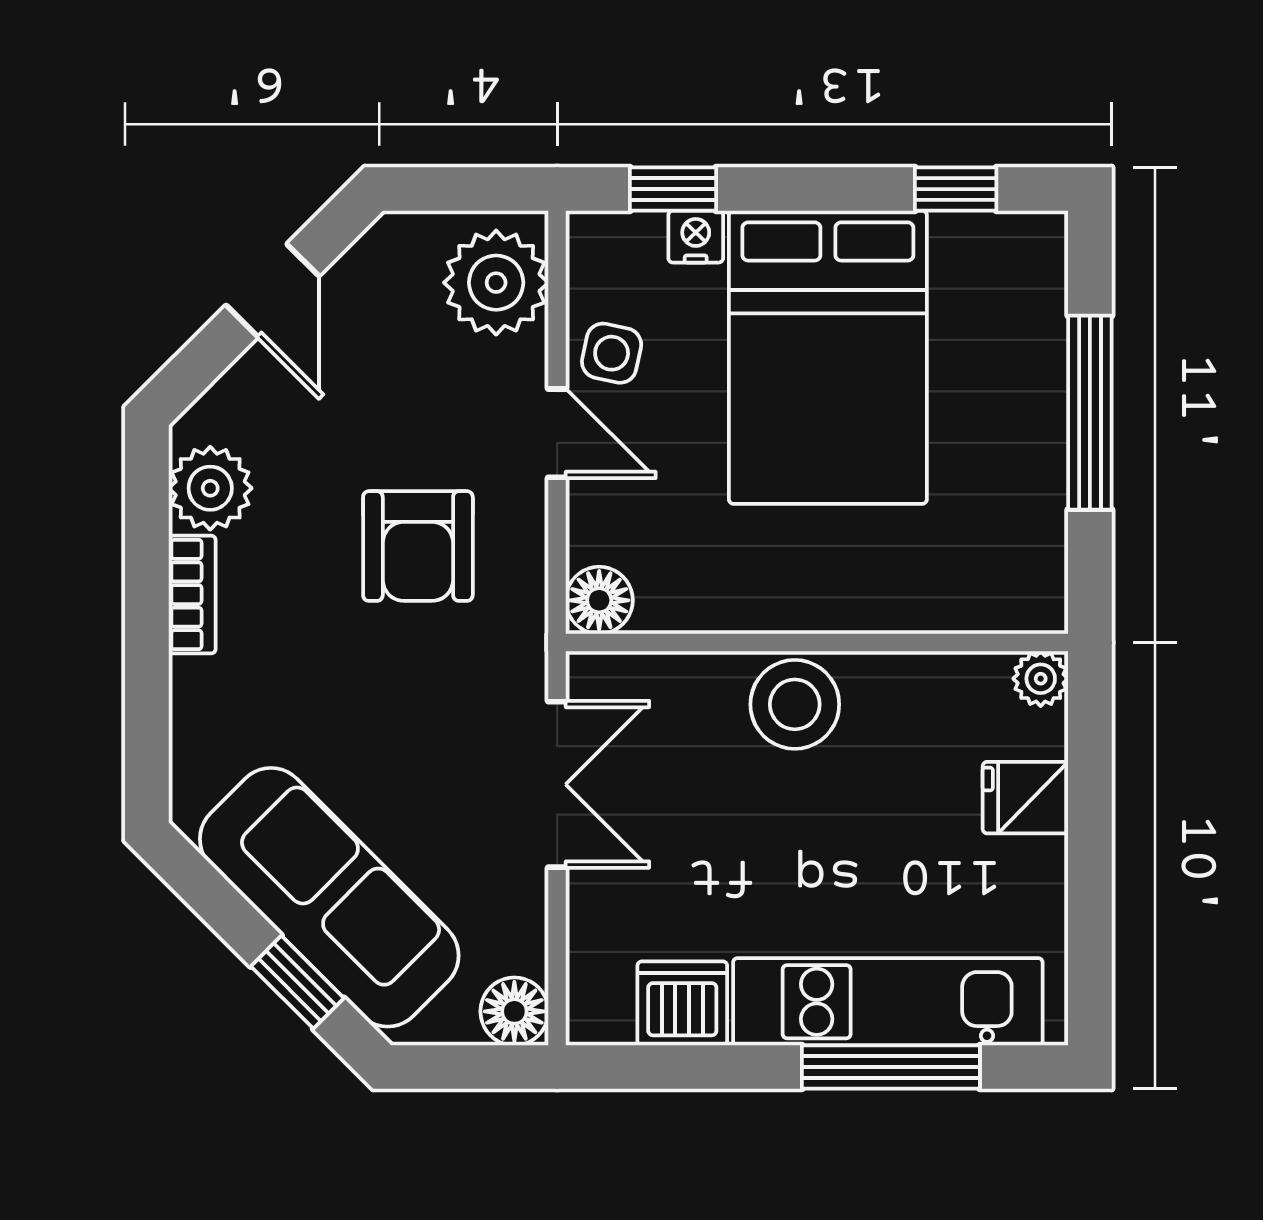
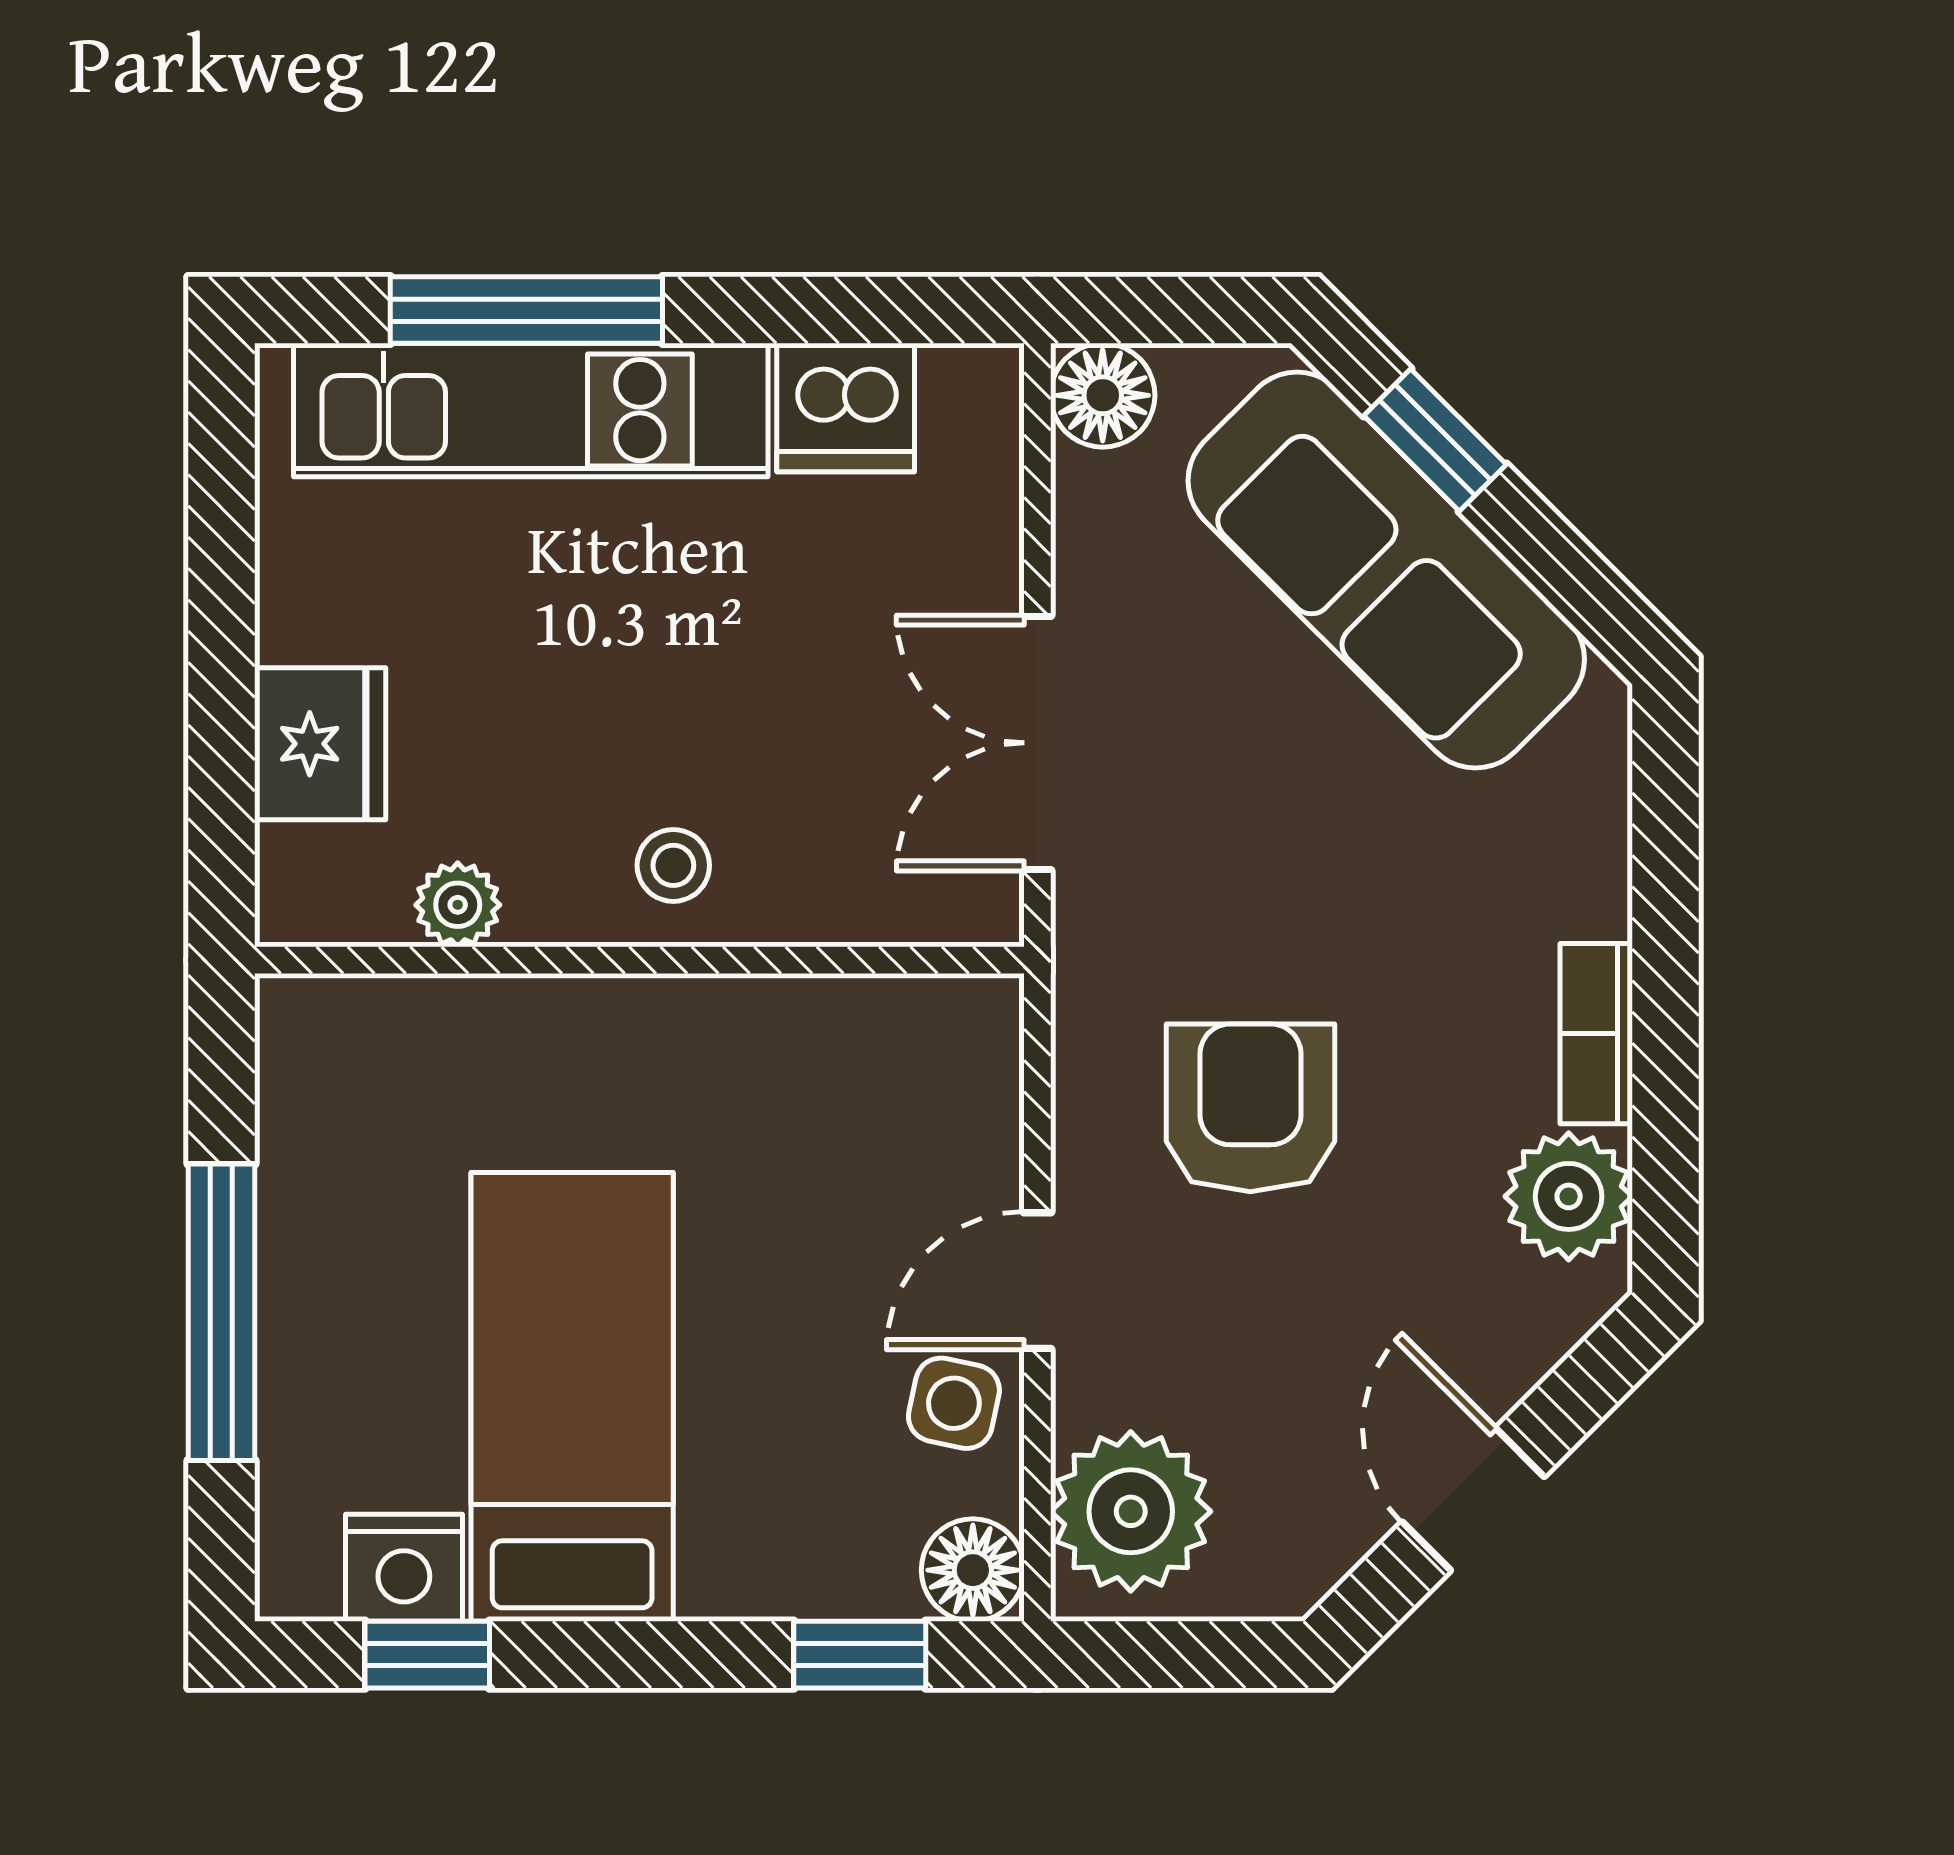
nightstand: (696, 237) -> (404, 1568), moved, width x1.39, depth x1.35
bed: (828, 357) -> (572, 1397), width x0.67
door: (557, 433) -> (1037, 1281), hinge flipped
floor lamp: (599, 600) -> (973, 1570), moved
plant: (1041, 679) -> (458, 905), moved
stool: (795, 704) -> (673, 865), width x0.53, depth x0.53
fridge: (1025, 798) -> (320, 744), width x1.38

